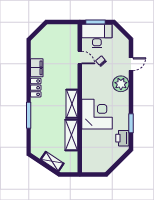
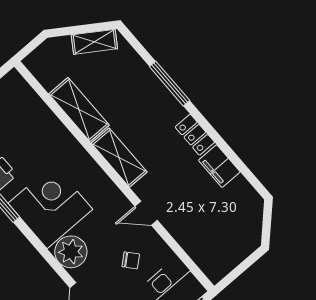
door: (80, 57) -> (146, 213), moved
corner desk: (97, 114) -> (50, 206), moved, turned 180
shelving: (52, 161) -> (94, 42), moved

